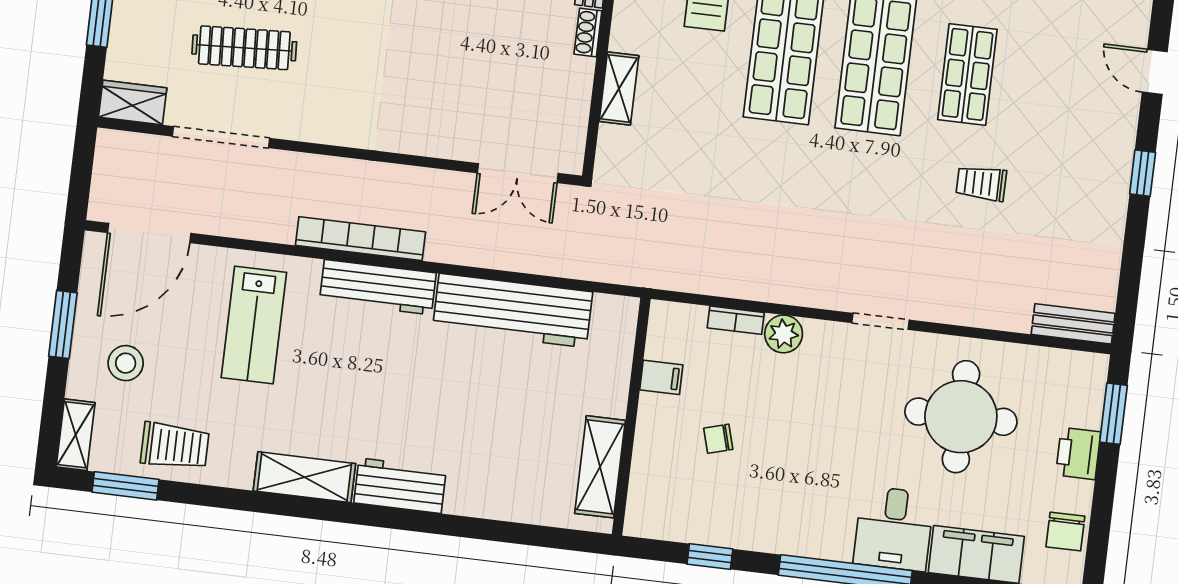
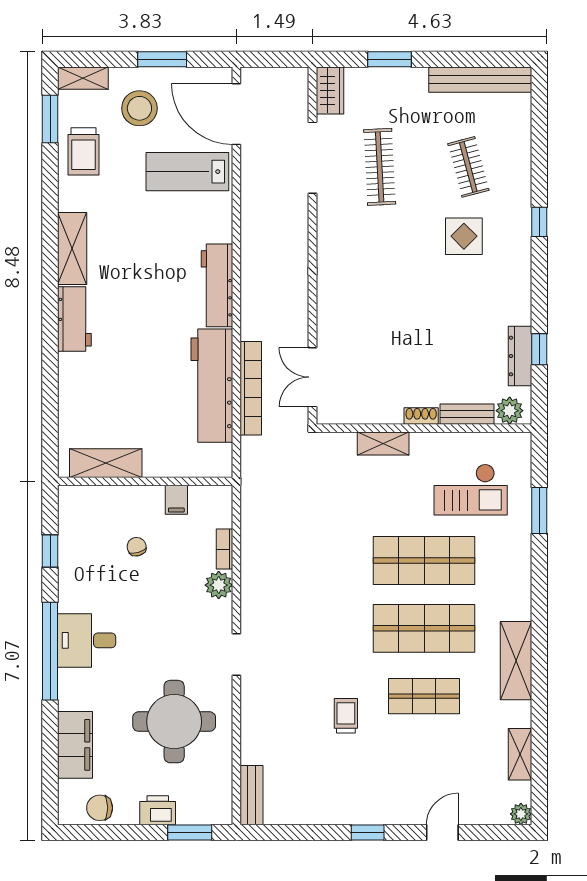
bookcase: (360, 239) -> (251, 388), moved
lab bench: (254, 325) -> (187, 172), moved
stool: (126, 363) -> (139, 108), width x1.38, depth x1.38
desk: (894, 529) -> (87, 640), moved

